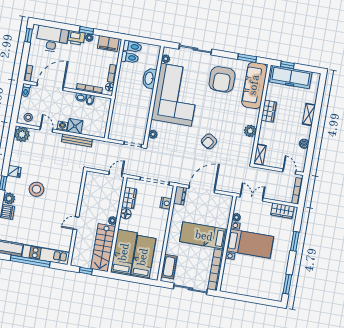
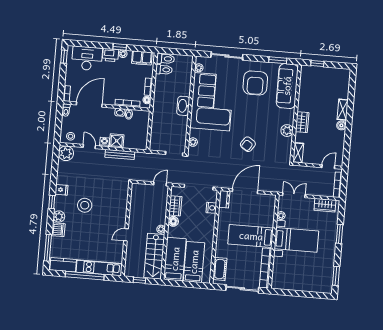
freezer: (291, 77) -> (322, 75), removed
washbasin: (149, 78) -> (183, 106), moved
wardrobe: (269, 111) -> (302, 122), moved
boiler: (304, 144) -> (341, 125), moved
door: (289, 171) -> (328, 167), hinge flipped

